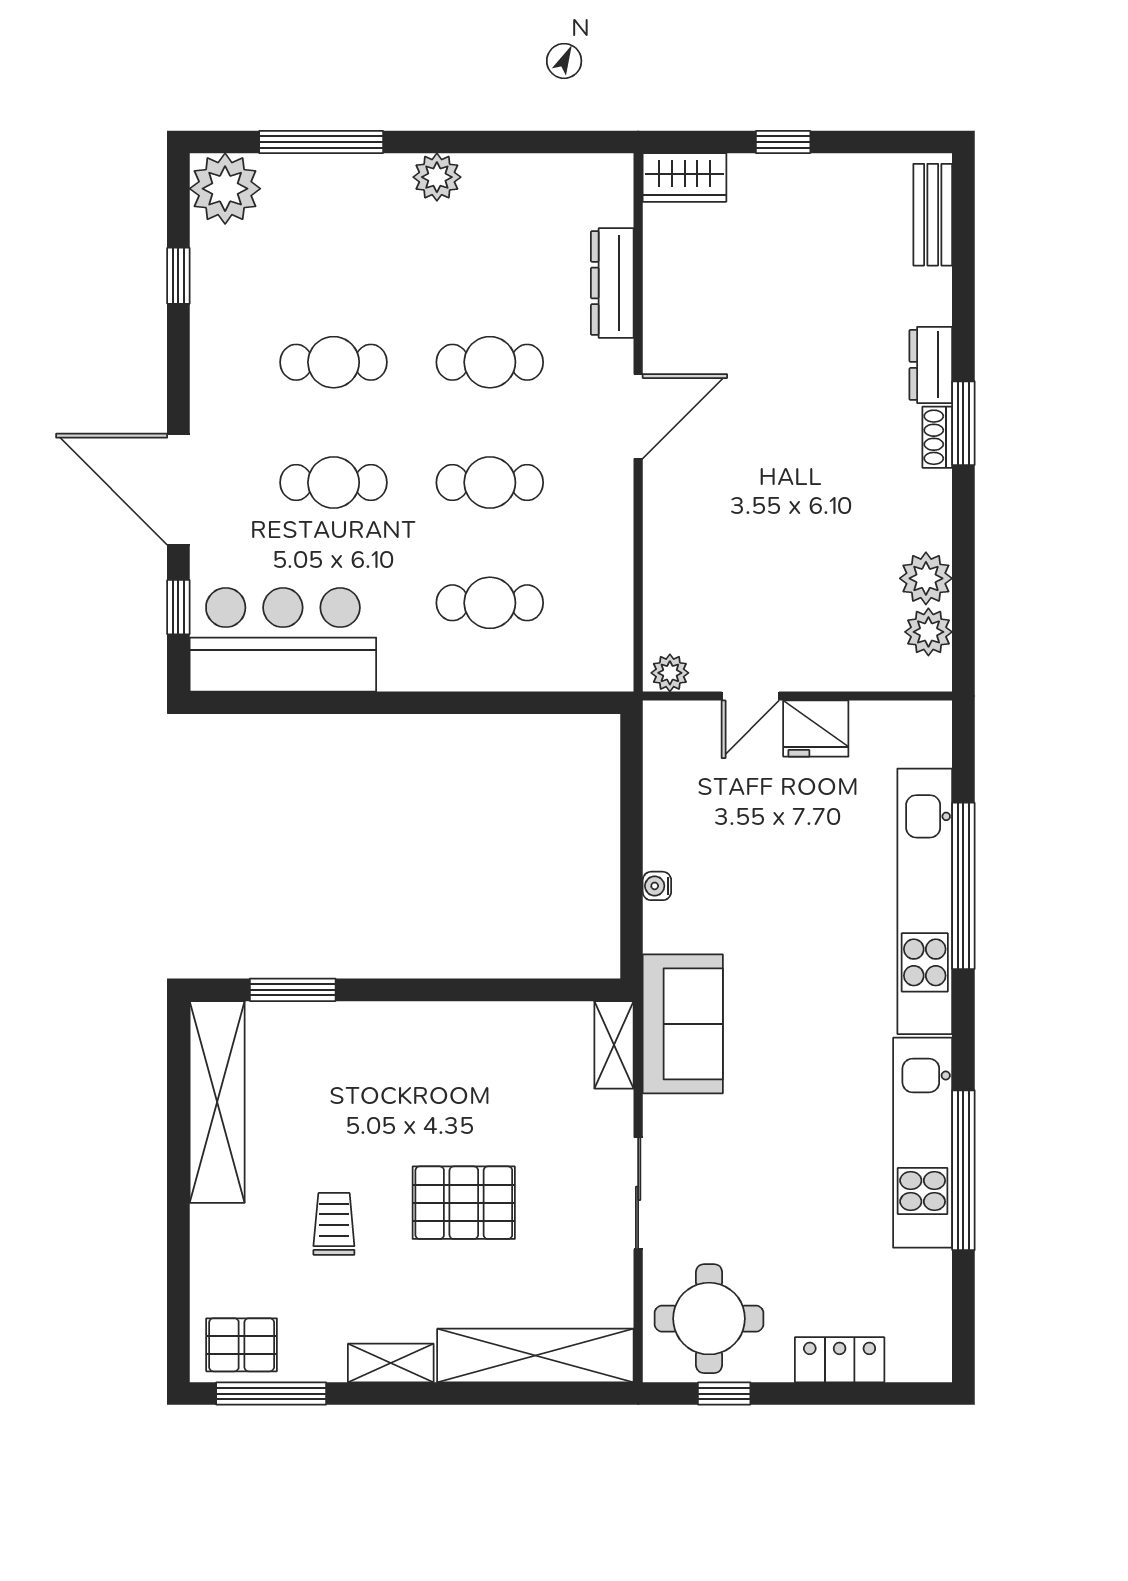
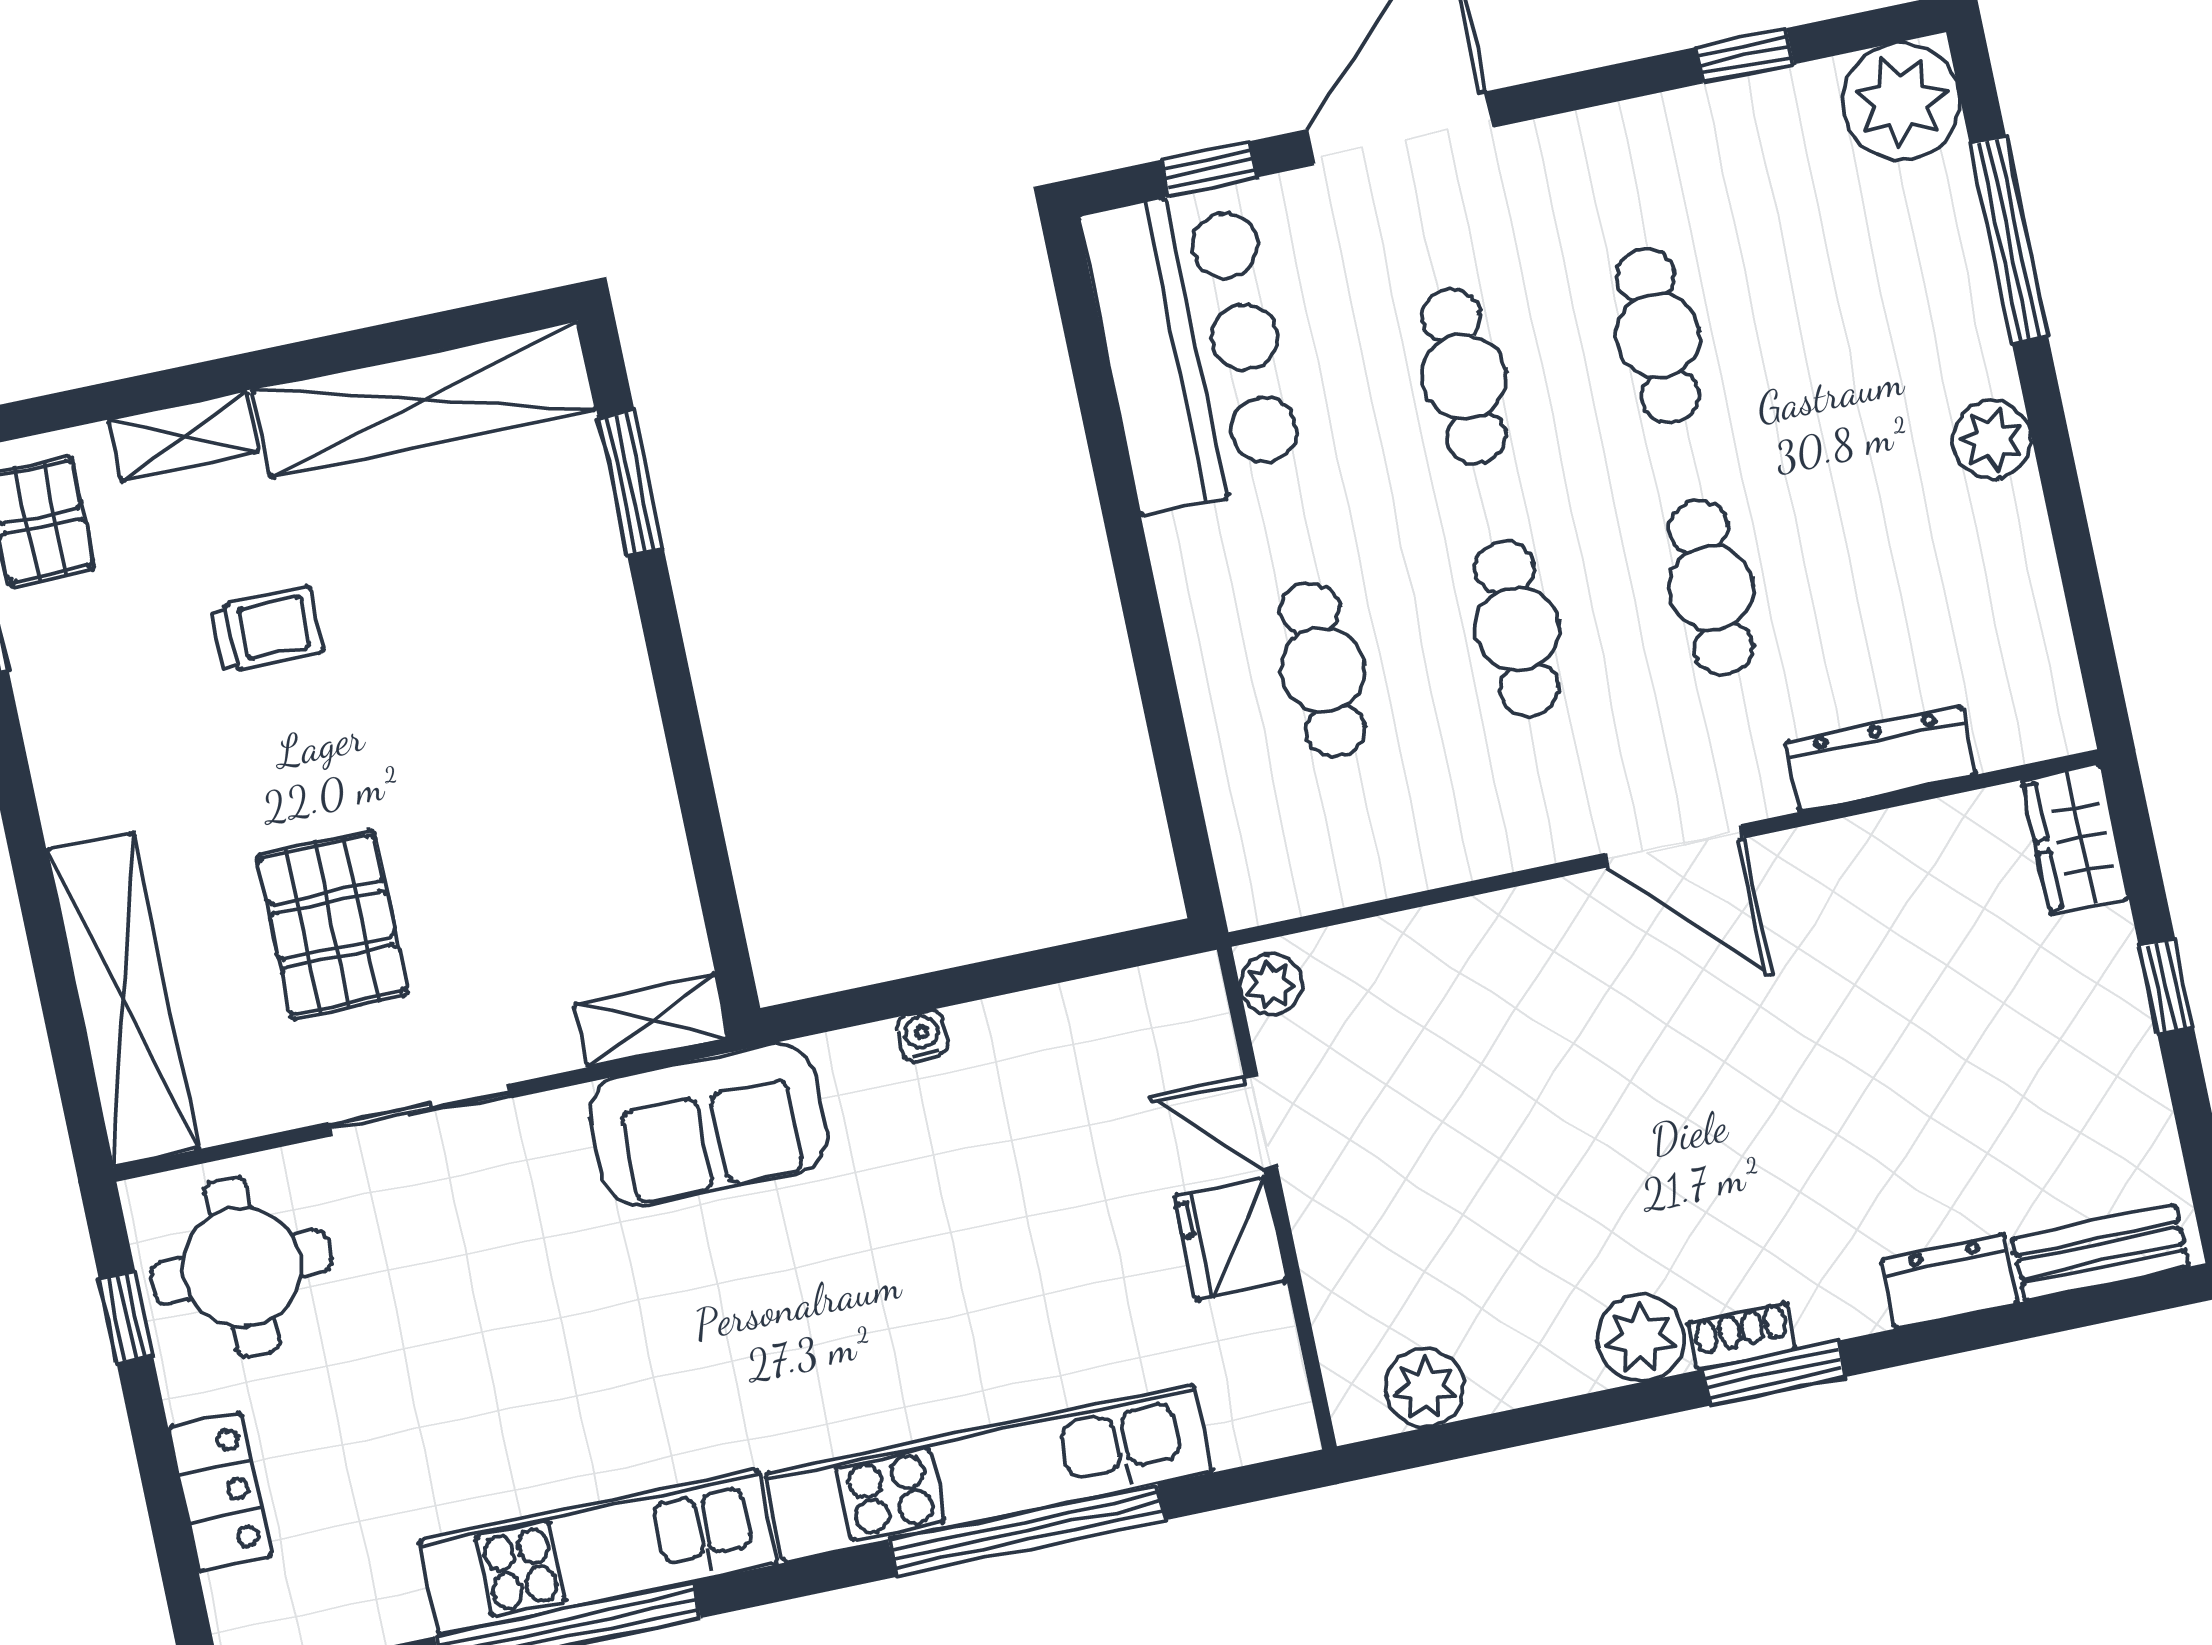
dresser: (931, 365) -> (1950, 1281), moved
plant: (926, 578) -> (1641, 1338), moved
pallet: (464, 1203) -> (332, 925), moved
shelving: (391, 1363) -> (183, 436), moved, turned 90

